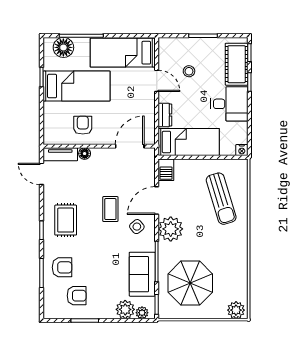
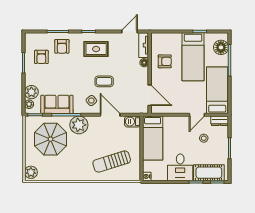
dresser: (165, 115) -> (220, 121), moved
plant: (171, 229) -> (79, 125), moved

